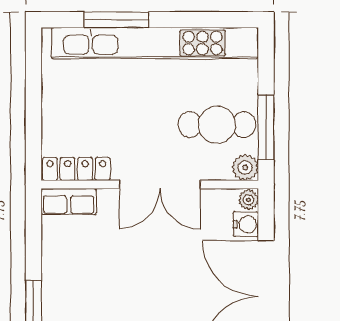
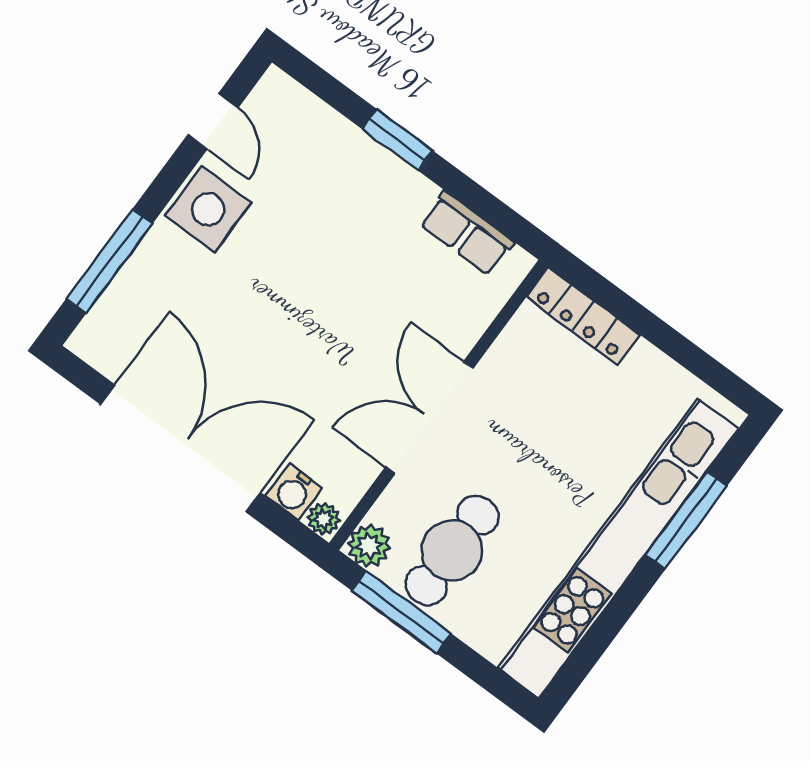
locker: (76, 169) -> (583, 316), moved, turned 90
row of seats: (69, 201) -> (467, 233), moved, turned -90

